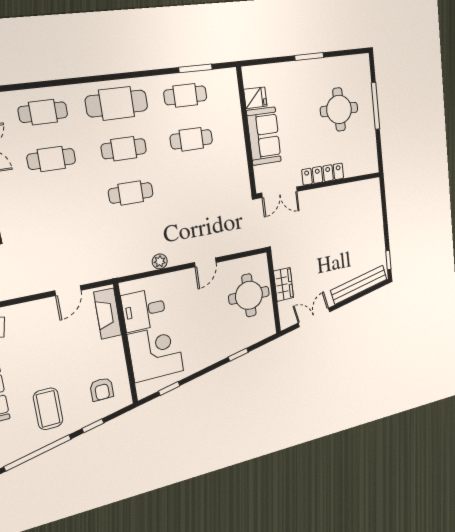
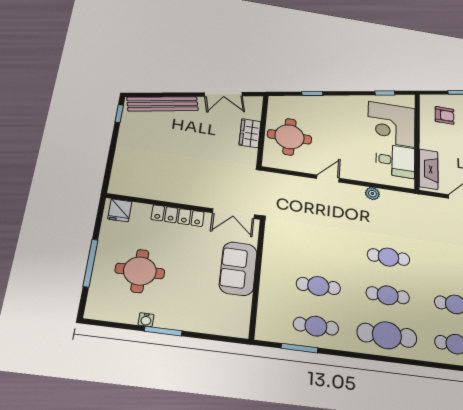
water cooler: (324, 64) -> (146, 320), added
fridge: (255, 98) -> (120, 210), moved, turned -90
double door: (279, 192) -> (233, 214), swing flipped
armchair: (102, 389) -> (445, 115), turned 90

